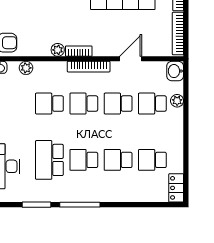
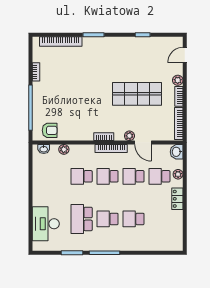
plant: (58, 50) -> (129, 136), moved
door: (131, 59) -> (143, 143), swing flipped
school desk: (152, 160) -> (159, 219), removed
locker: (176, 188) -> (177, 199), moved

